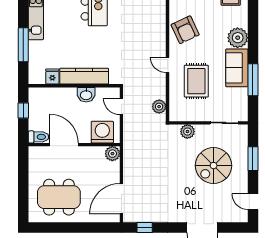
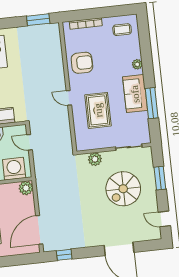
armchair: (185, 30) -> (82, 63), turned -65
plant: (238, 38) -> (137, 64), width x0.53, depth x0.53
plant: (159, 107) -> (65, 138), removed

